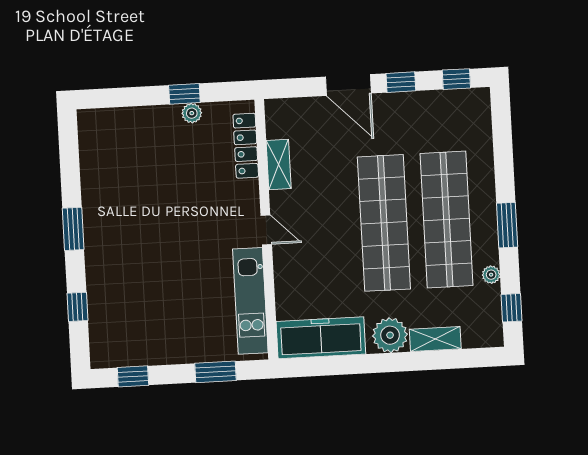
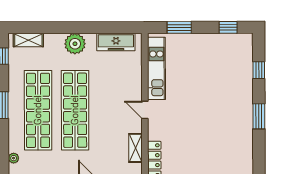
plant: (491, 275) -> (14, 158), moved
freezer: (321, 338) -> (116, 42), width x0.73, depth x0.79
shelving: (435, 339) -> (28, 40), moved

